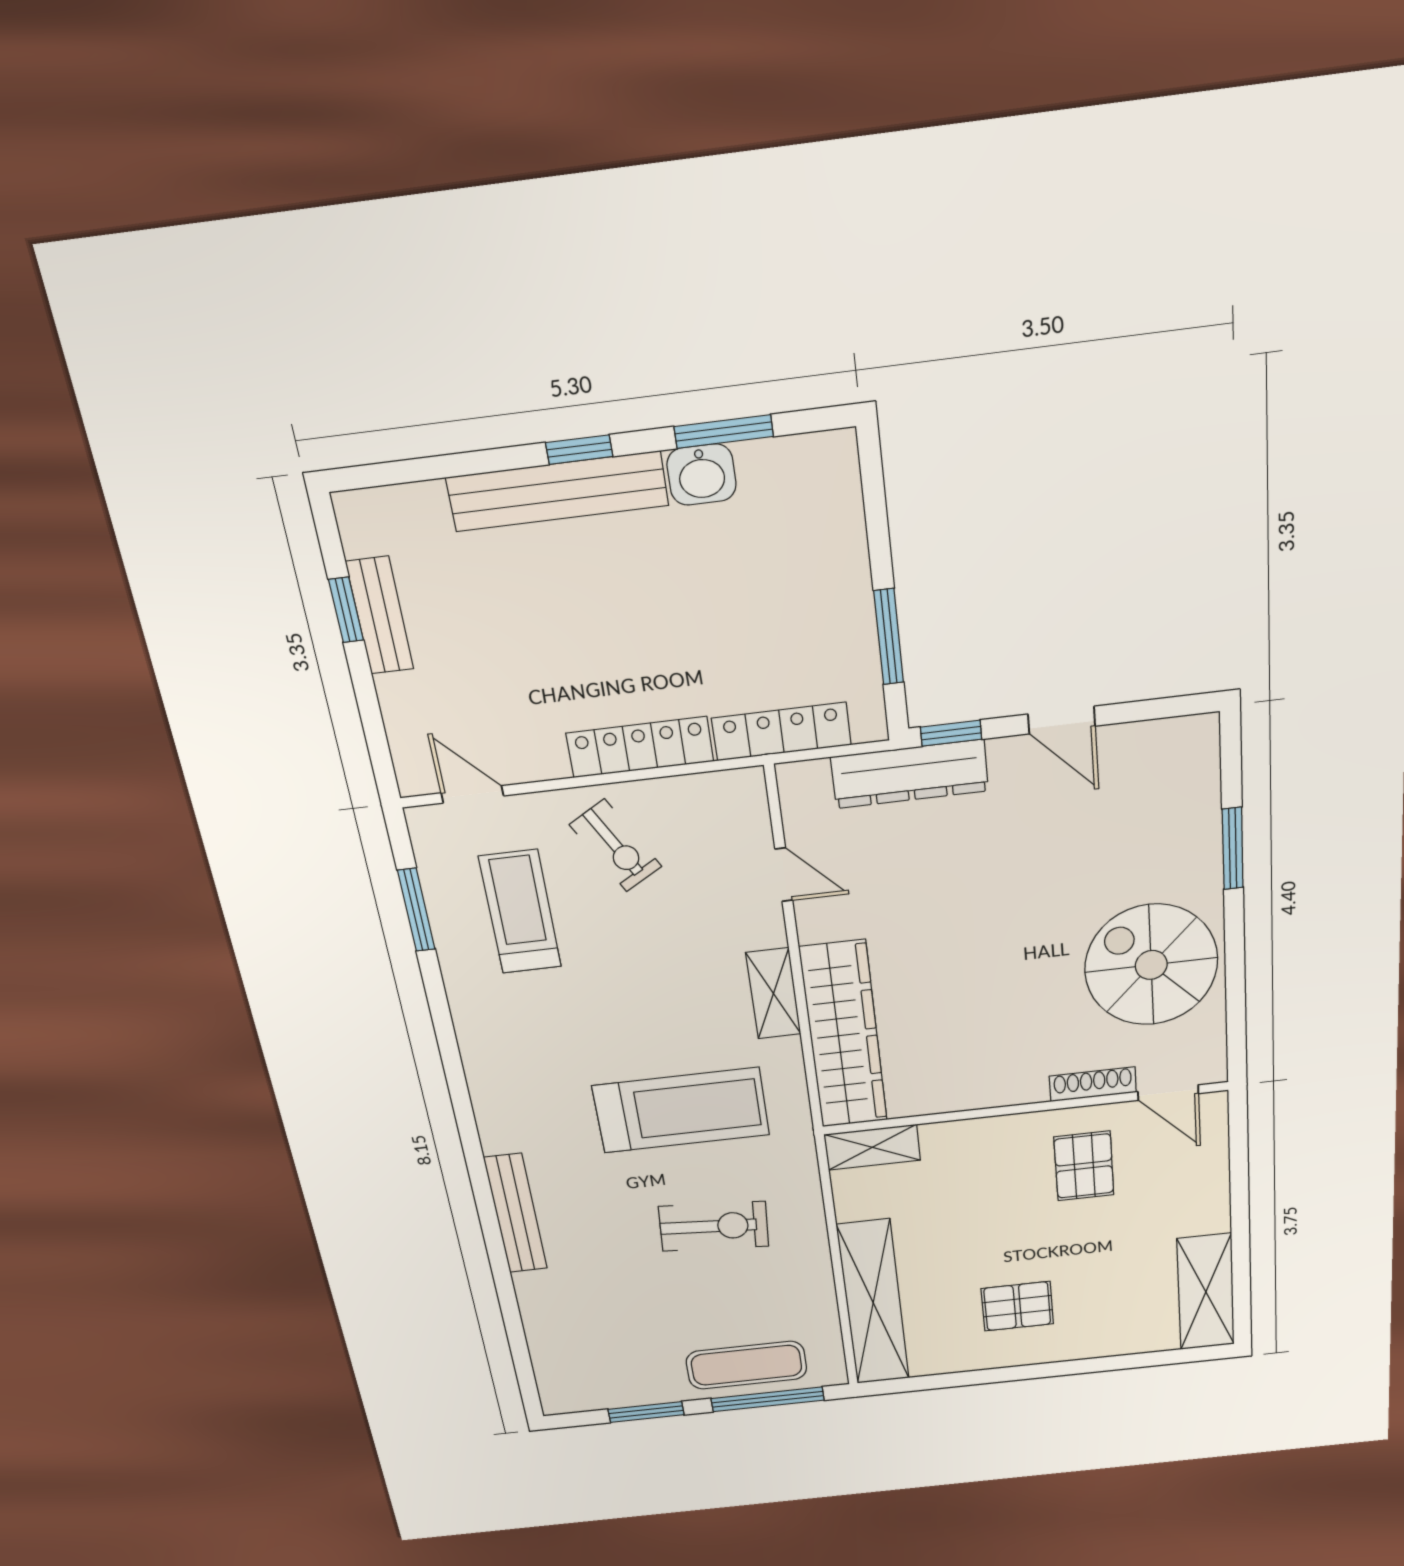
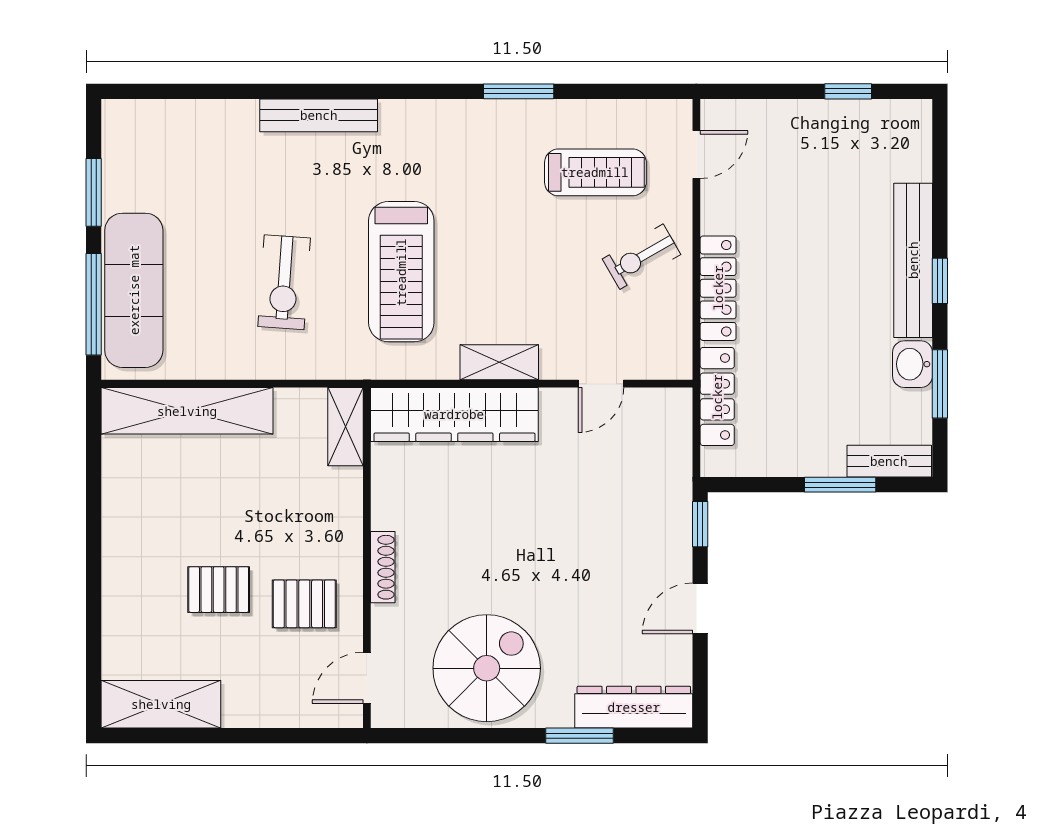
bench: (380, 616) -> (889, 461), moved
window: (889, 637) -> (840, 485), moved
dresser: (910, 774) -> (634, 707), moved, turned 90
window: (416, 910) -> (519, 91), moved
shoe rack: (1093, 1084) -> (383, 567), moved
pallet: (1017, 1306) -> (219, 590), moved, turned 90
exercise mat: (746, 1365) -> (134, 290), width x1.36, depth x1.45

